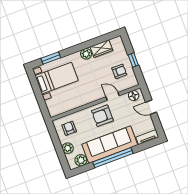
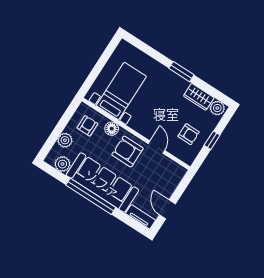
plant: (86, 54) -> (217, 108), moved
window: (51, 58) -> (181, 72), moved
bed with nightstands: (57, 78) -> (121, 91), moved, turned -90
floor lamp: (134, 96) -> (112, 129), moved
door: (151, 107) -> (167, 209), moved

